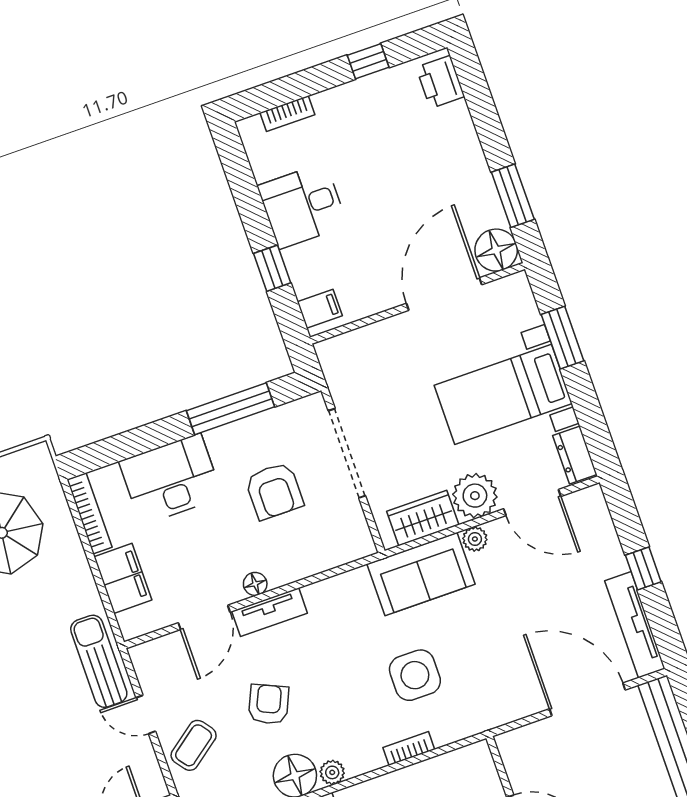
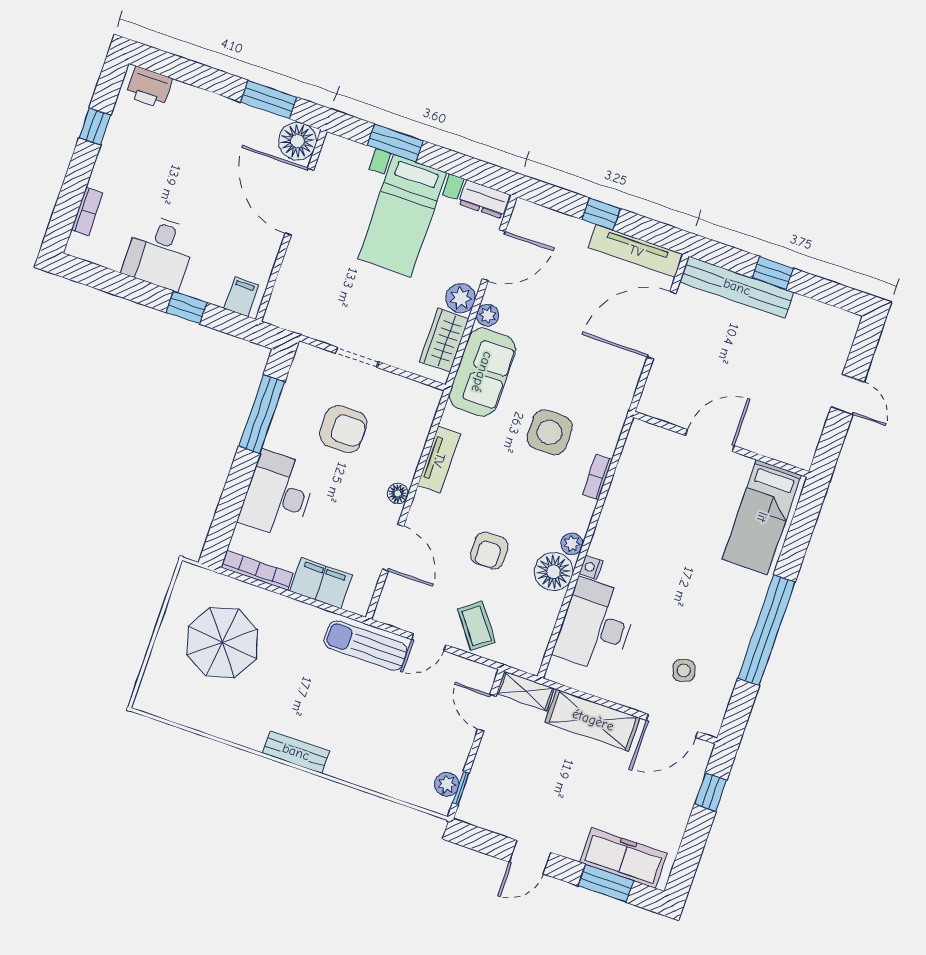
doorway: (347, 453) -> (357, 357), width x0.53
plant: (475, 496) -> (461, 298), width x0.73, depth x0.73
tv unit: (270, 612) -> (439, 460), moved
armchair: (269, 704) -> (489, 551), turned -114

